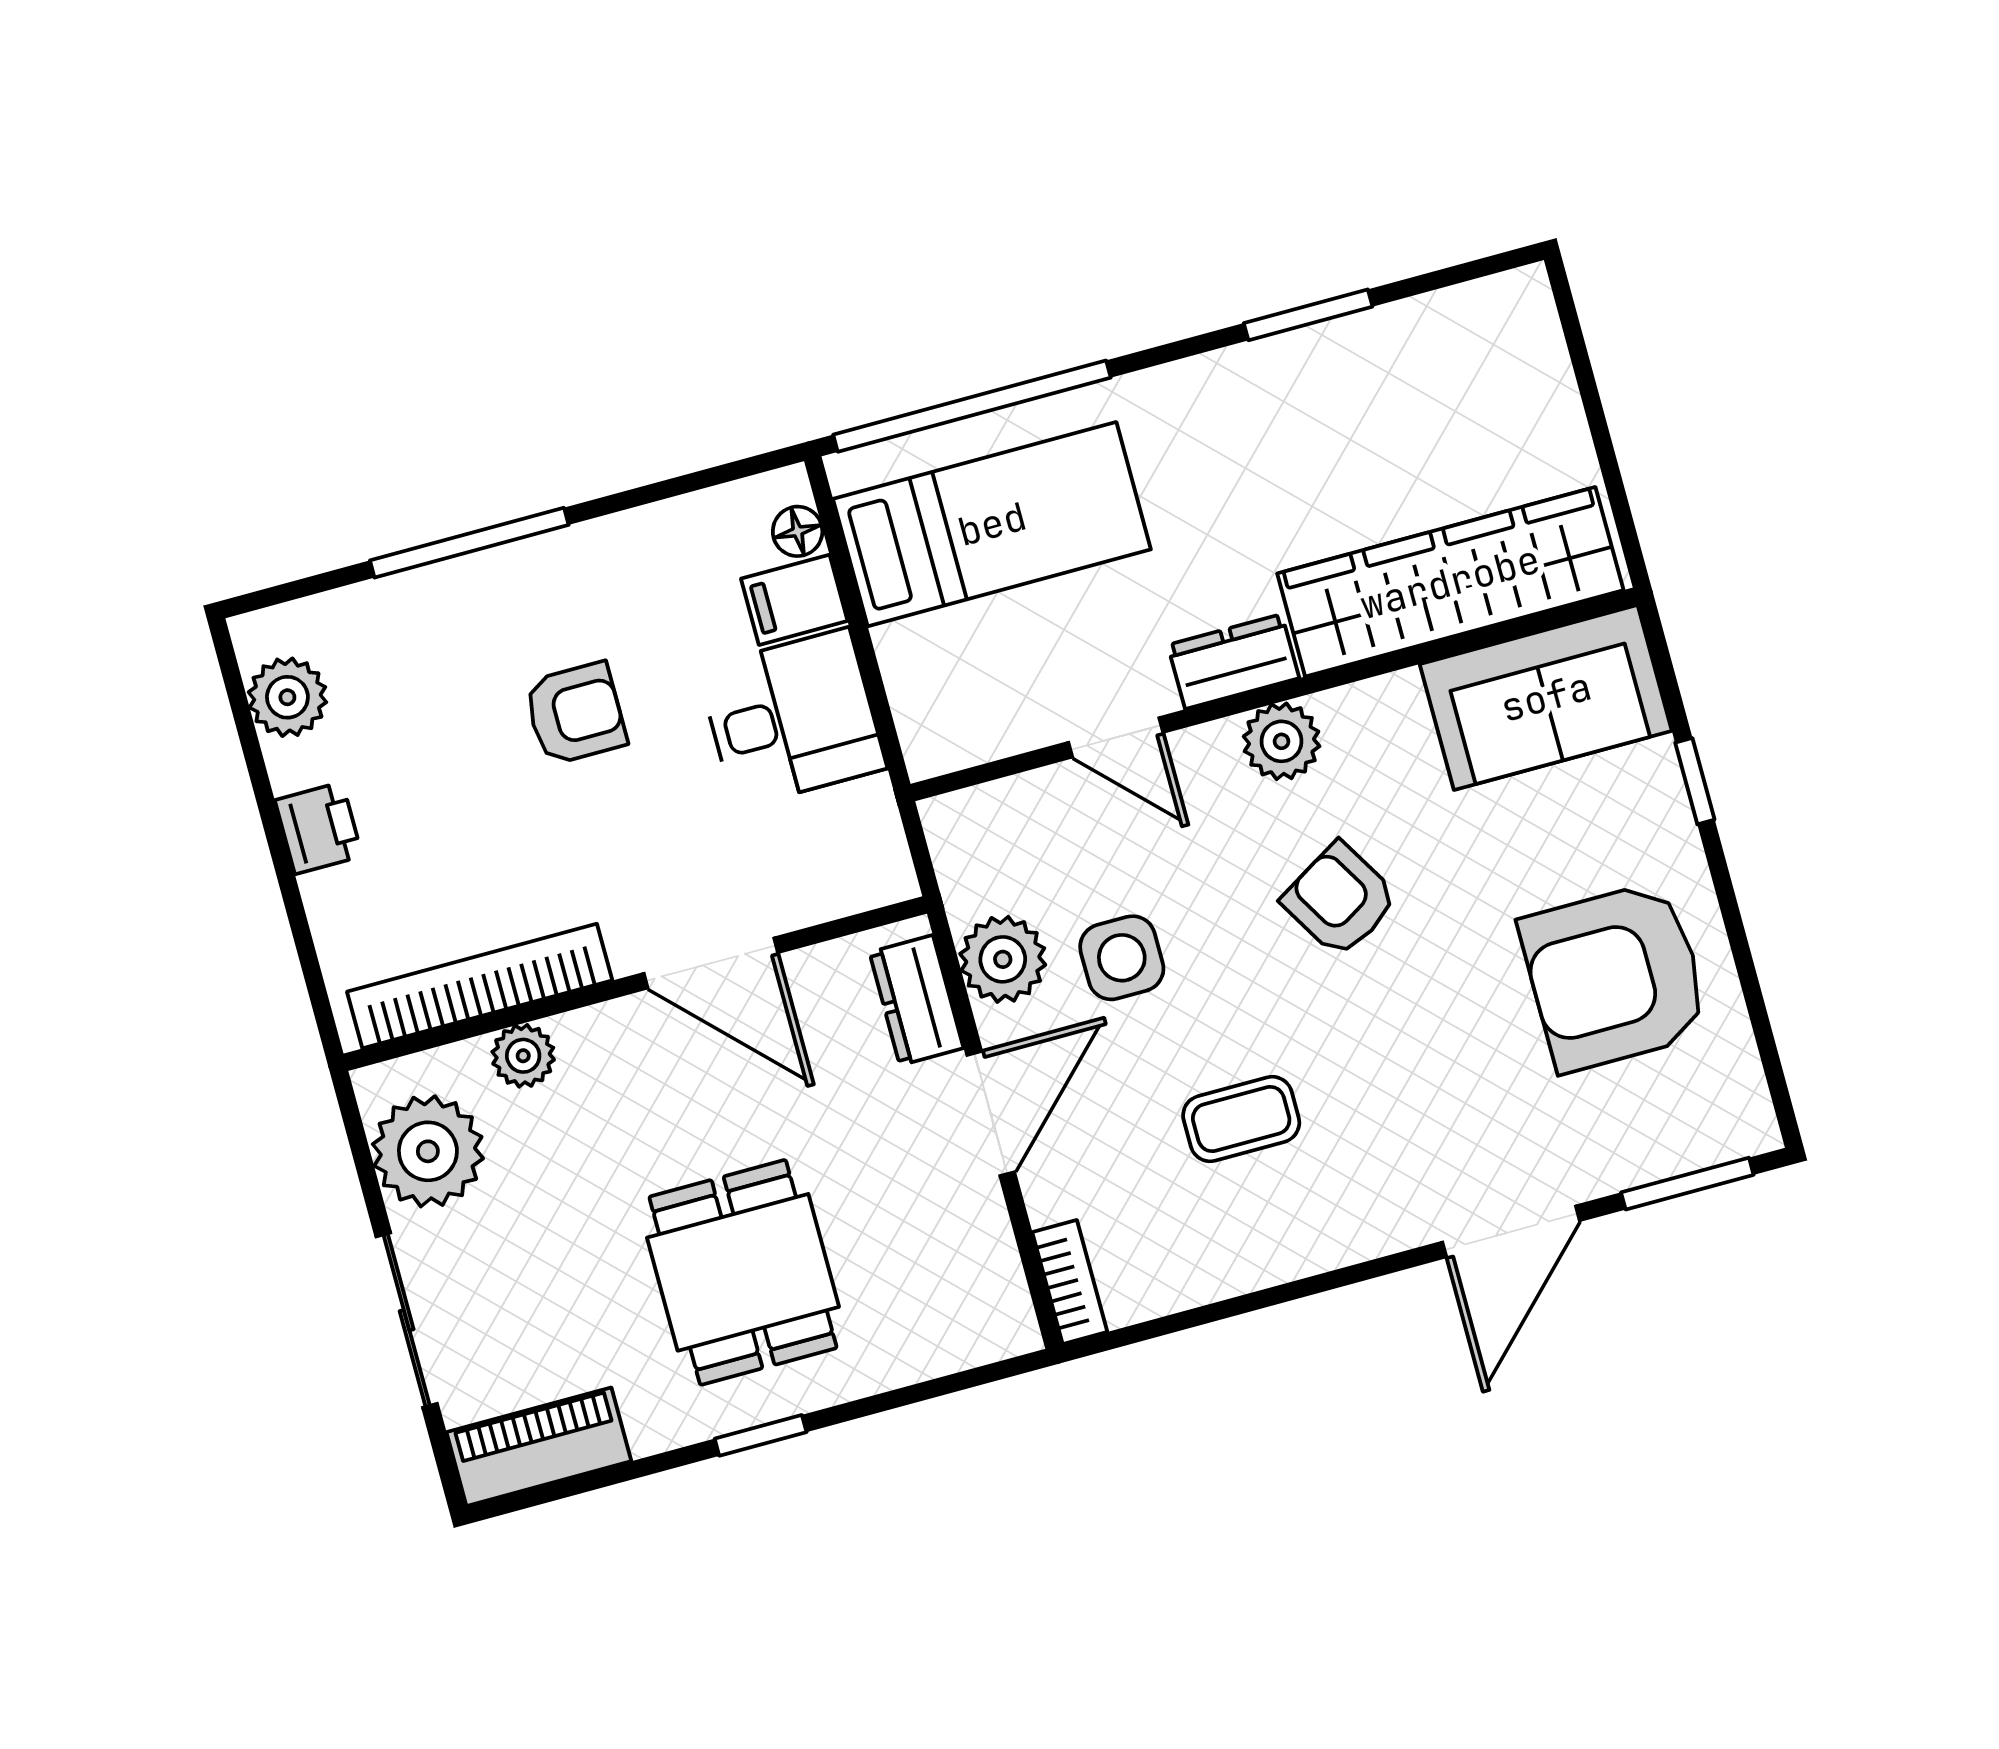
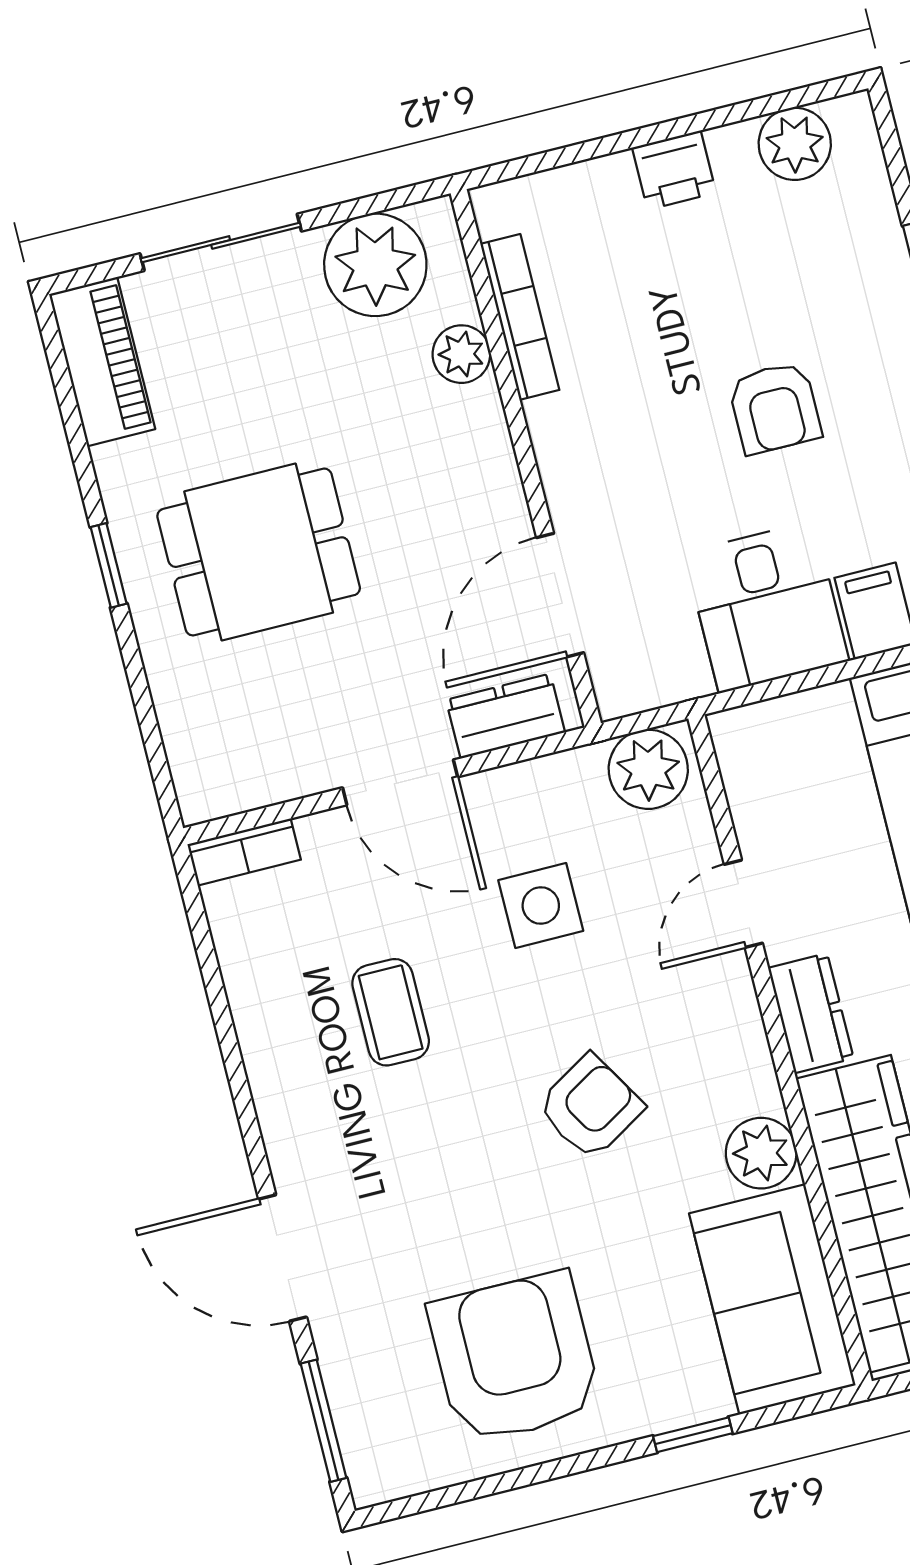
plant: (1282, 741) -> (761, 1153), moved
plant: (1003, 959) -> (648, 769), moved
door: (711, 963) -> (560, 595), moved
bookcase: (480, 986) -> (520, 317), width x0.68, depth x0.76

